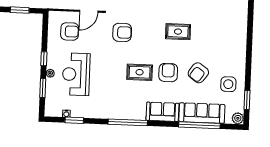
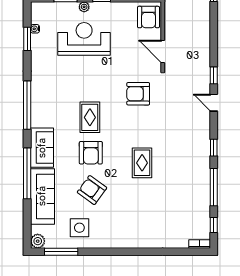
armchair: (70, 31) -> (148, 17), moved
armchair: (122, 32) -> (138, 94), turned 90
armchair: (168, 73) -> (91, 153), turned 90
window: (247, 100) -> (61, 252), width x1.44
window: (199, 125) -> (27, 173), moved

